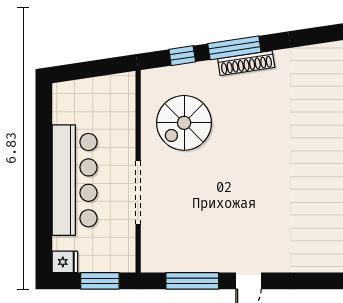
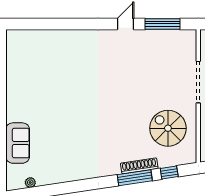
shoe rack: (246, 63) -> (139, 166), moved
spiral stairs: (184, 123) -> (168, 128), turned -90

